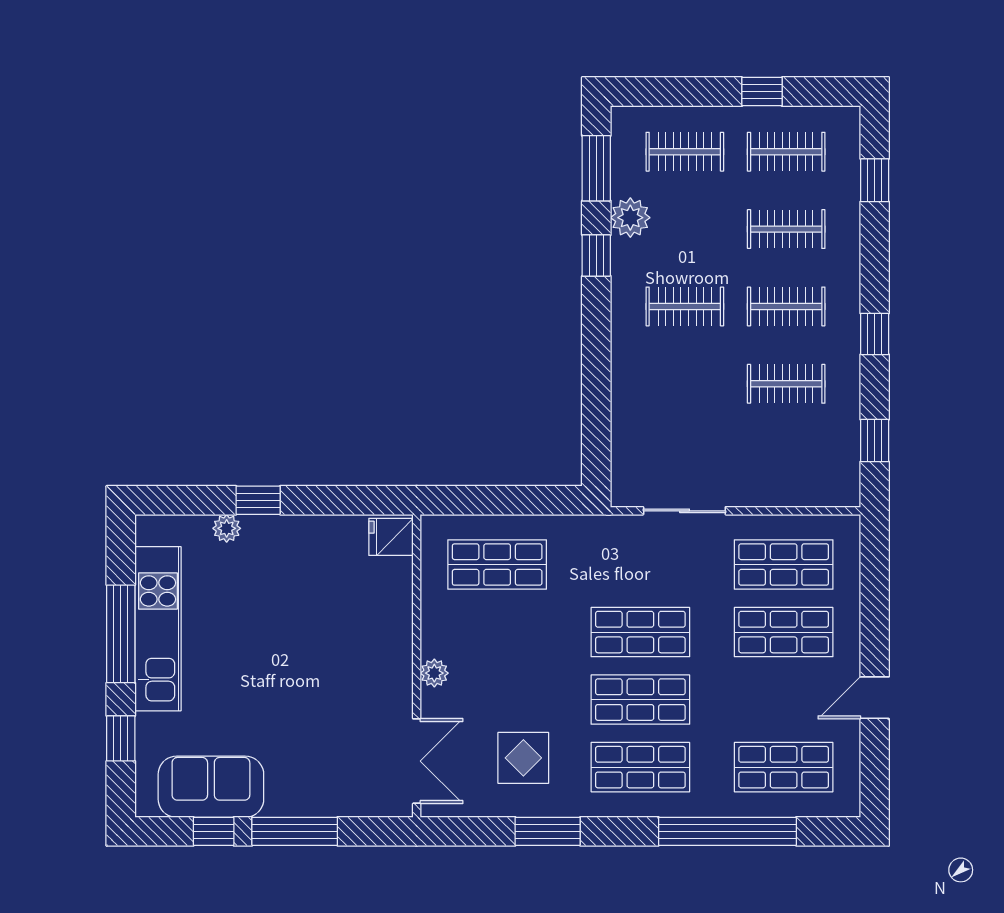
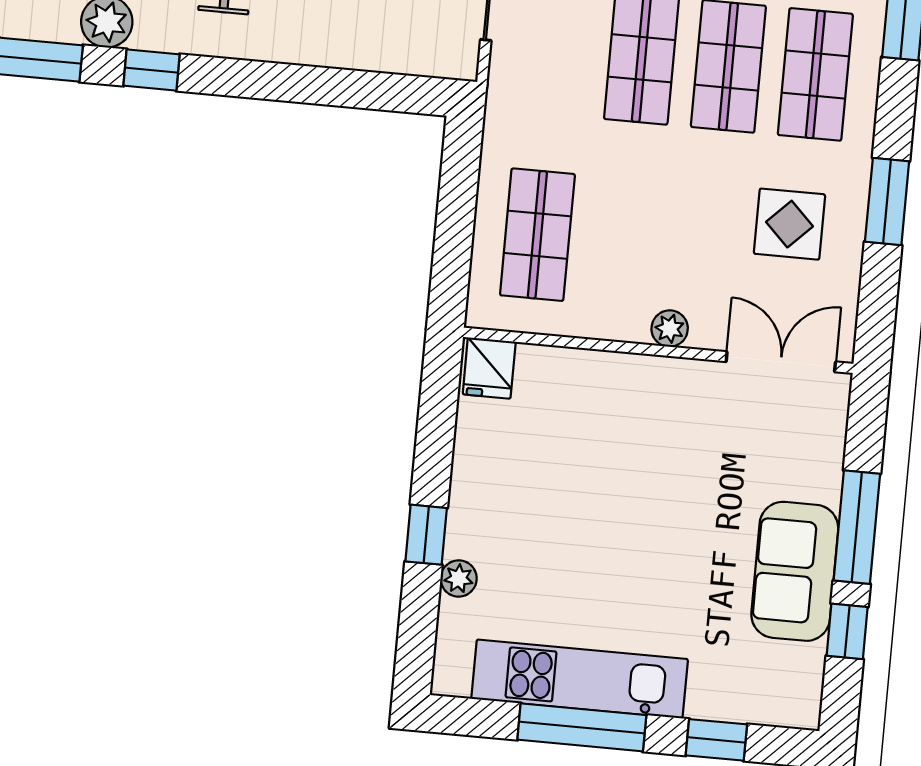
sofa: (211, 787) -> (795, 571), moved

